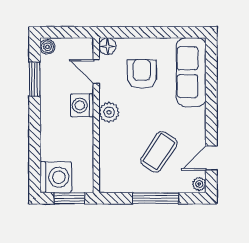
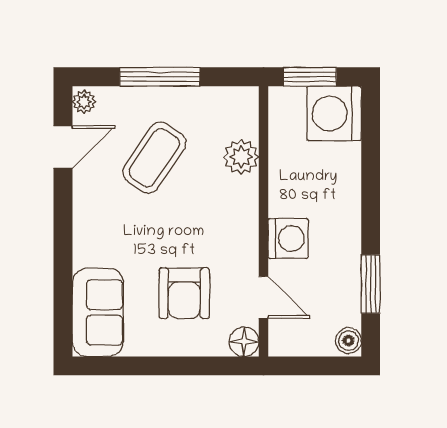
sofa: (191, 72) -> (98, 312), width x0.73
plant: (109, 112) -> (241, 157), moved

